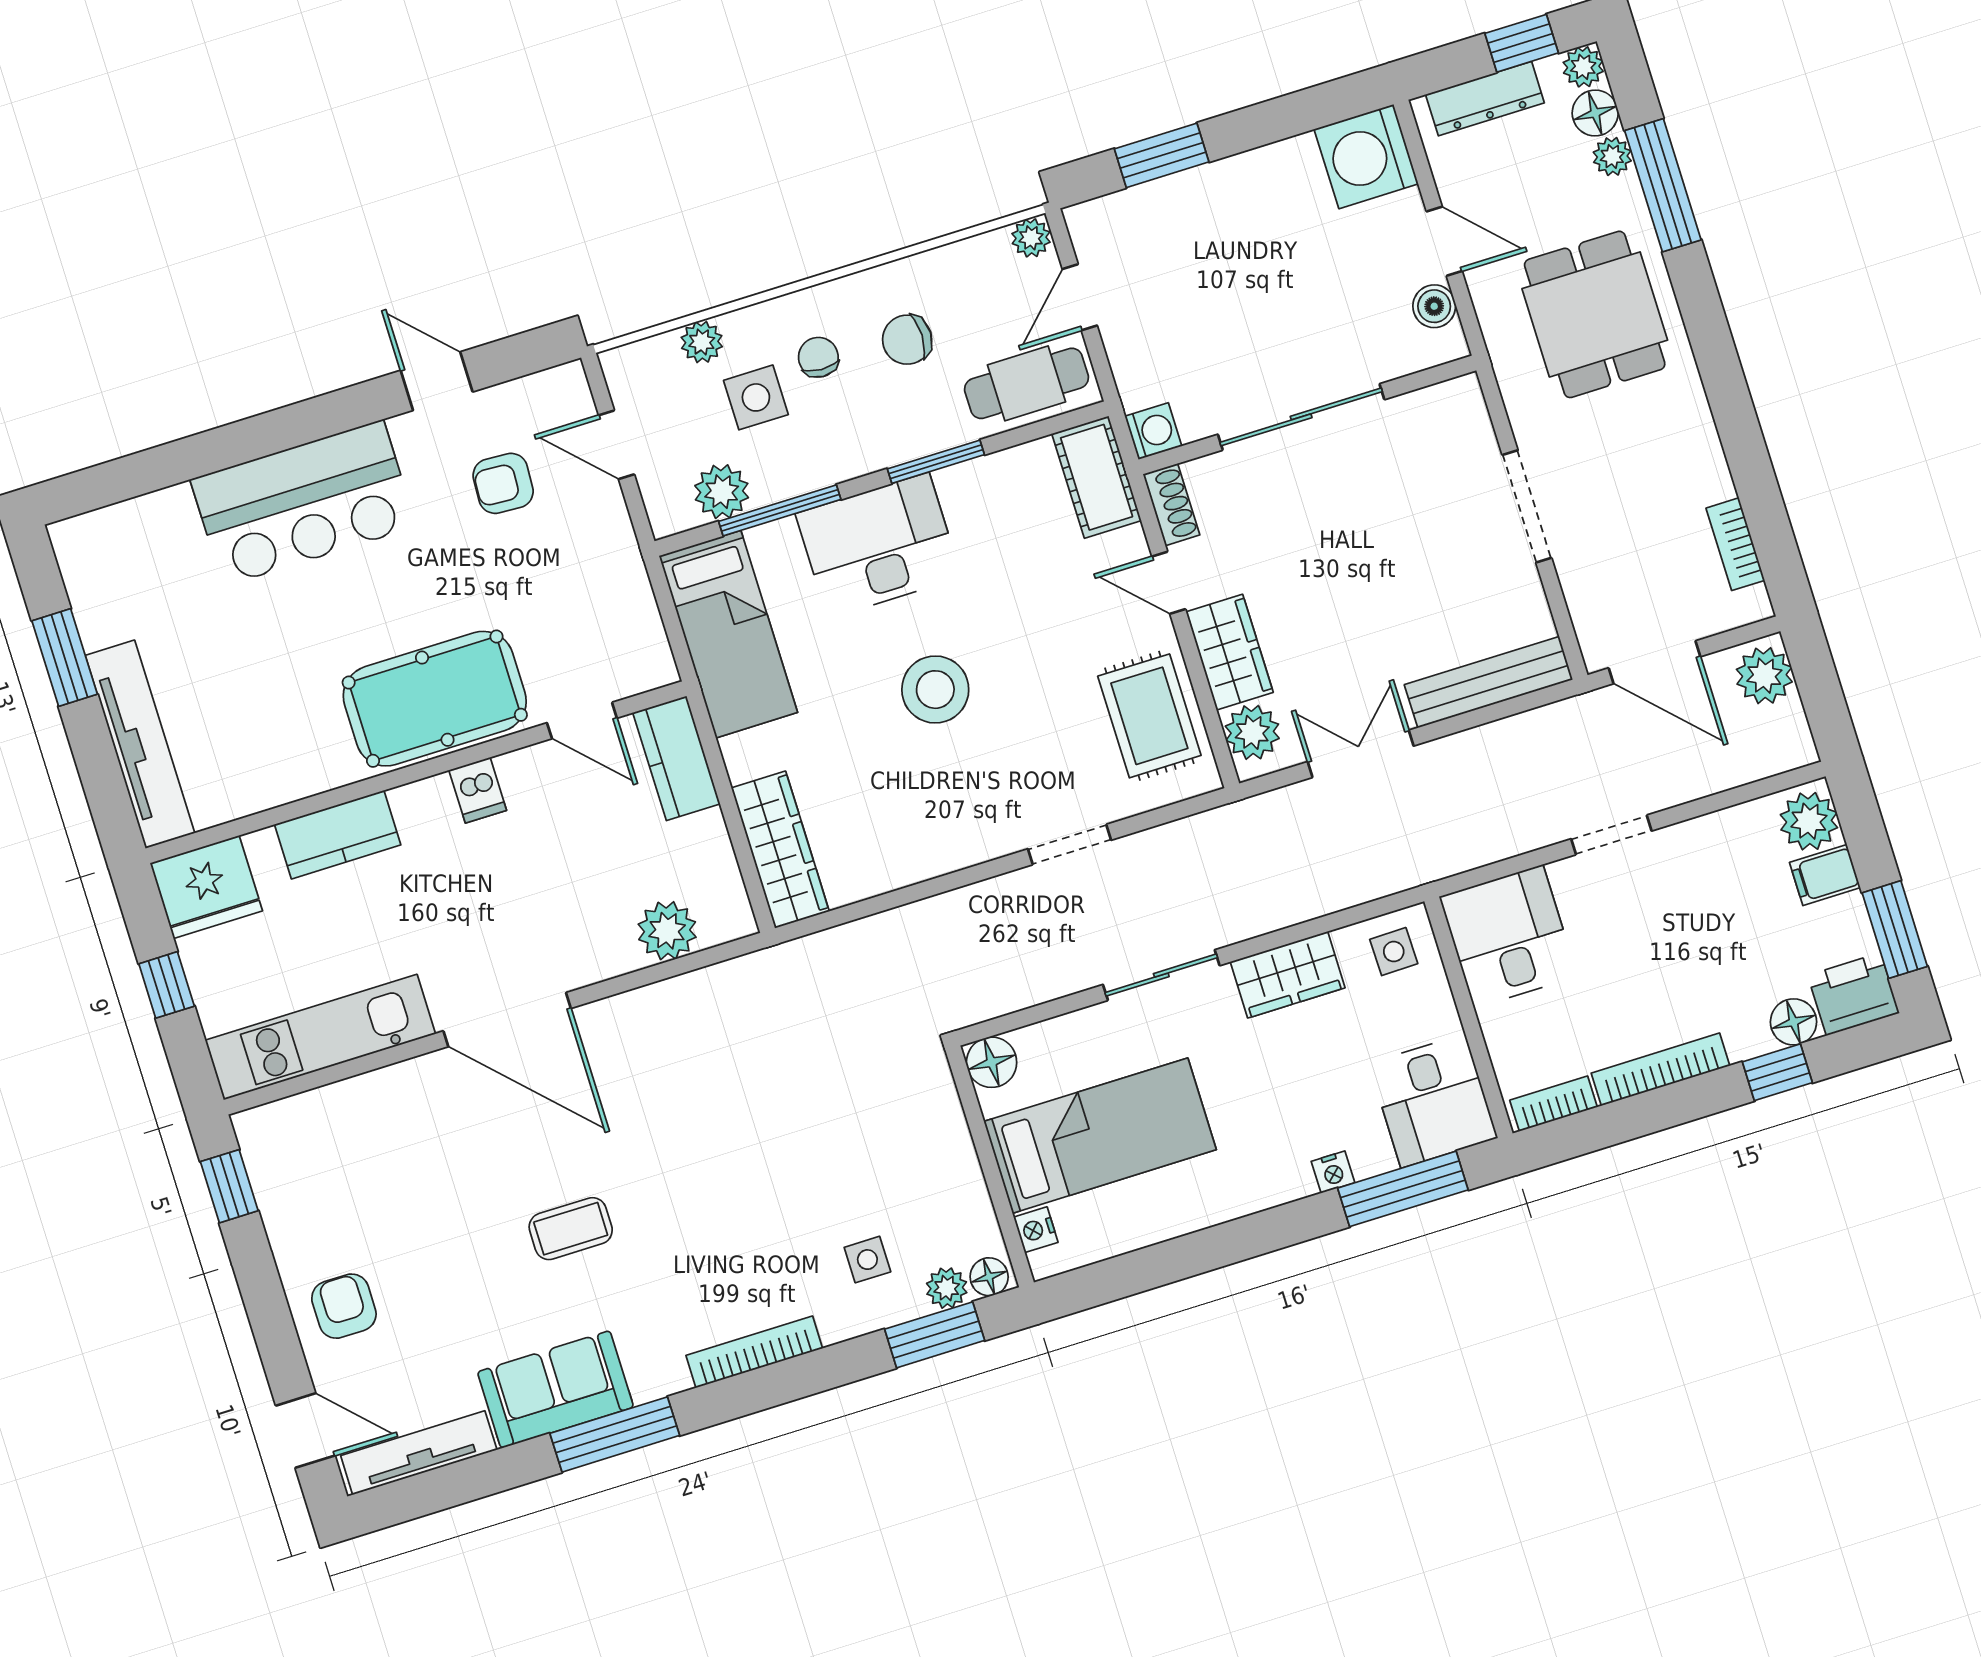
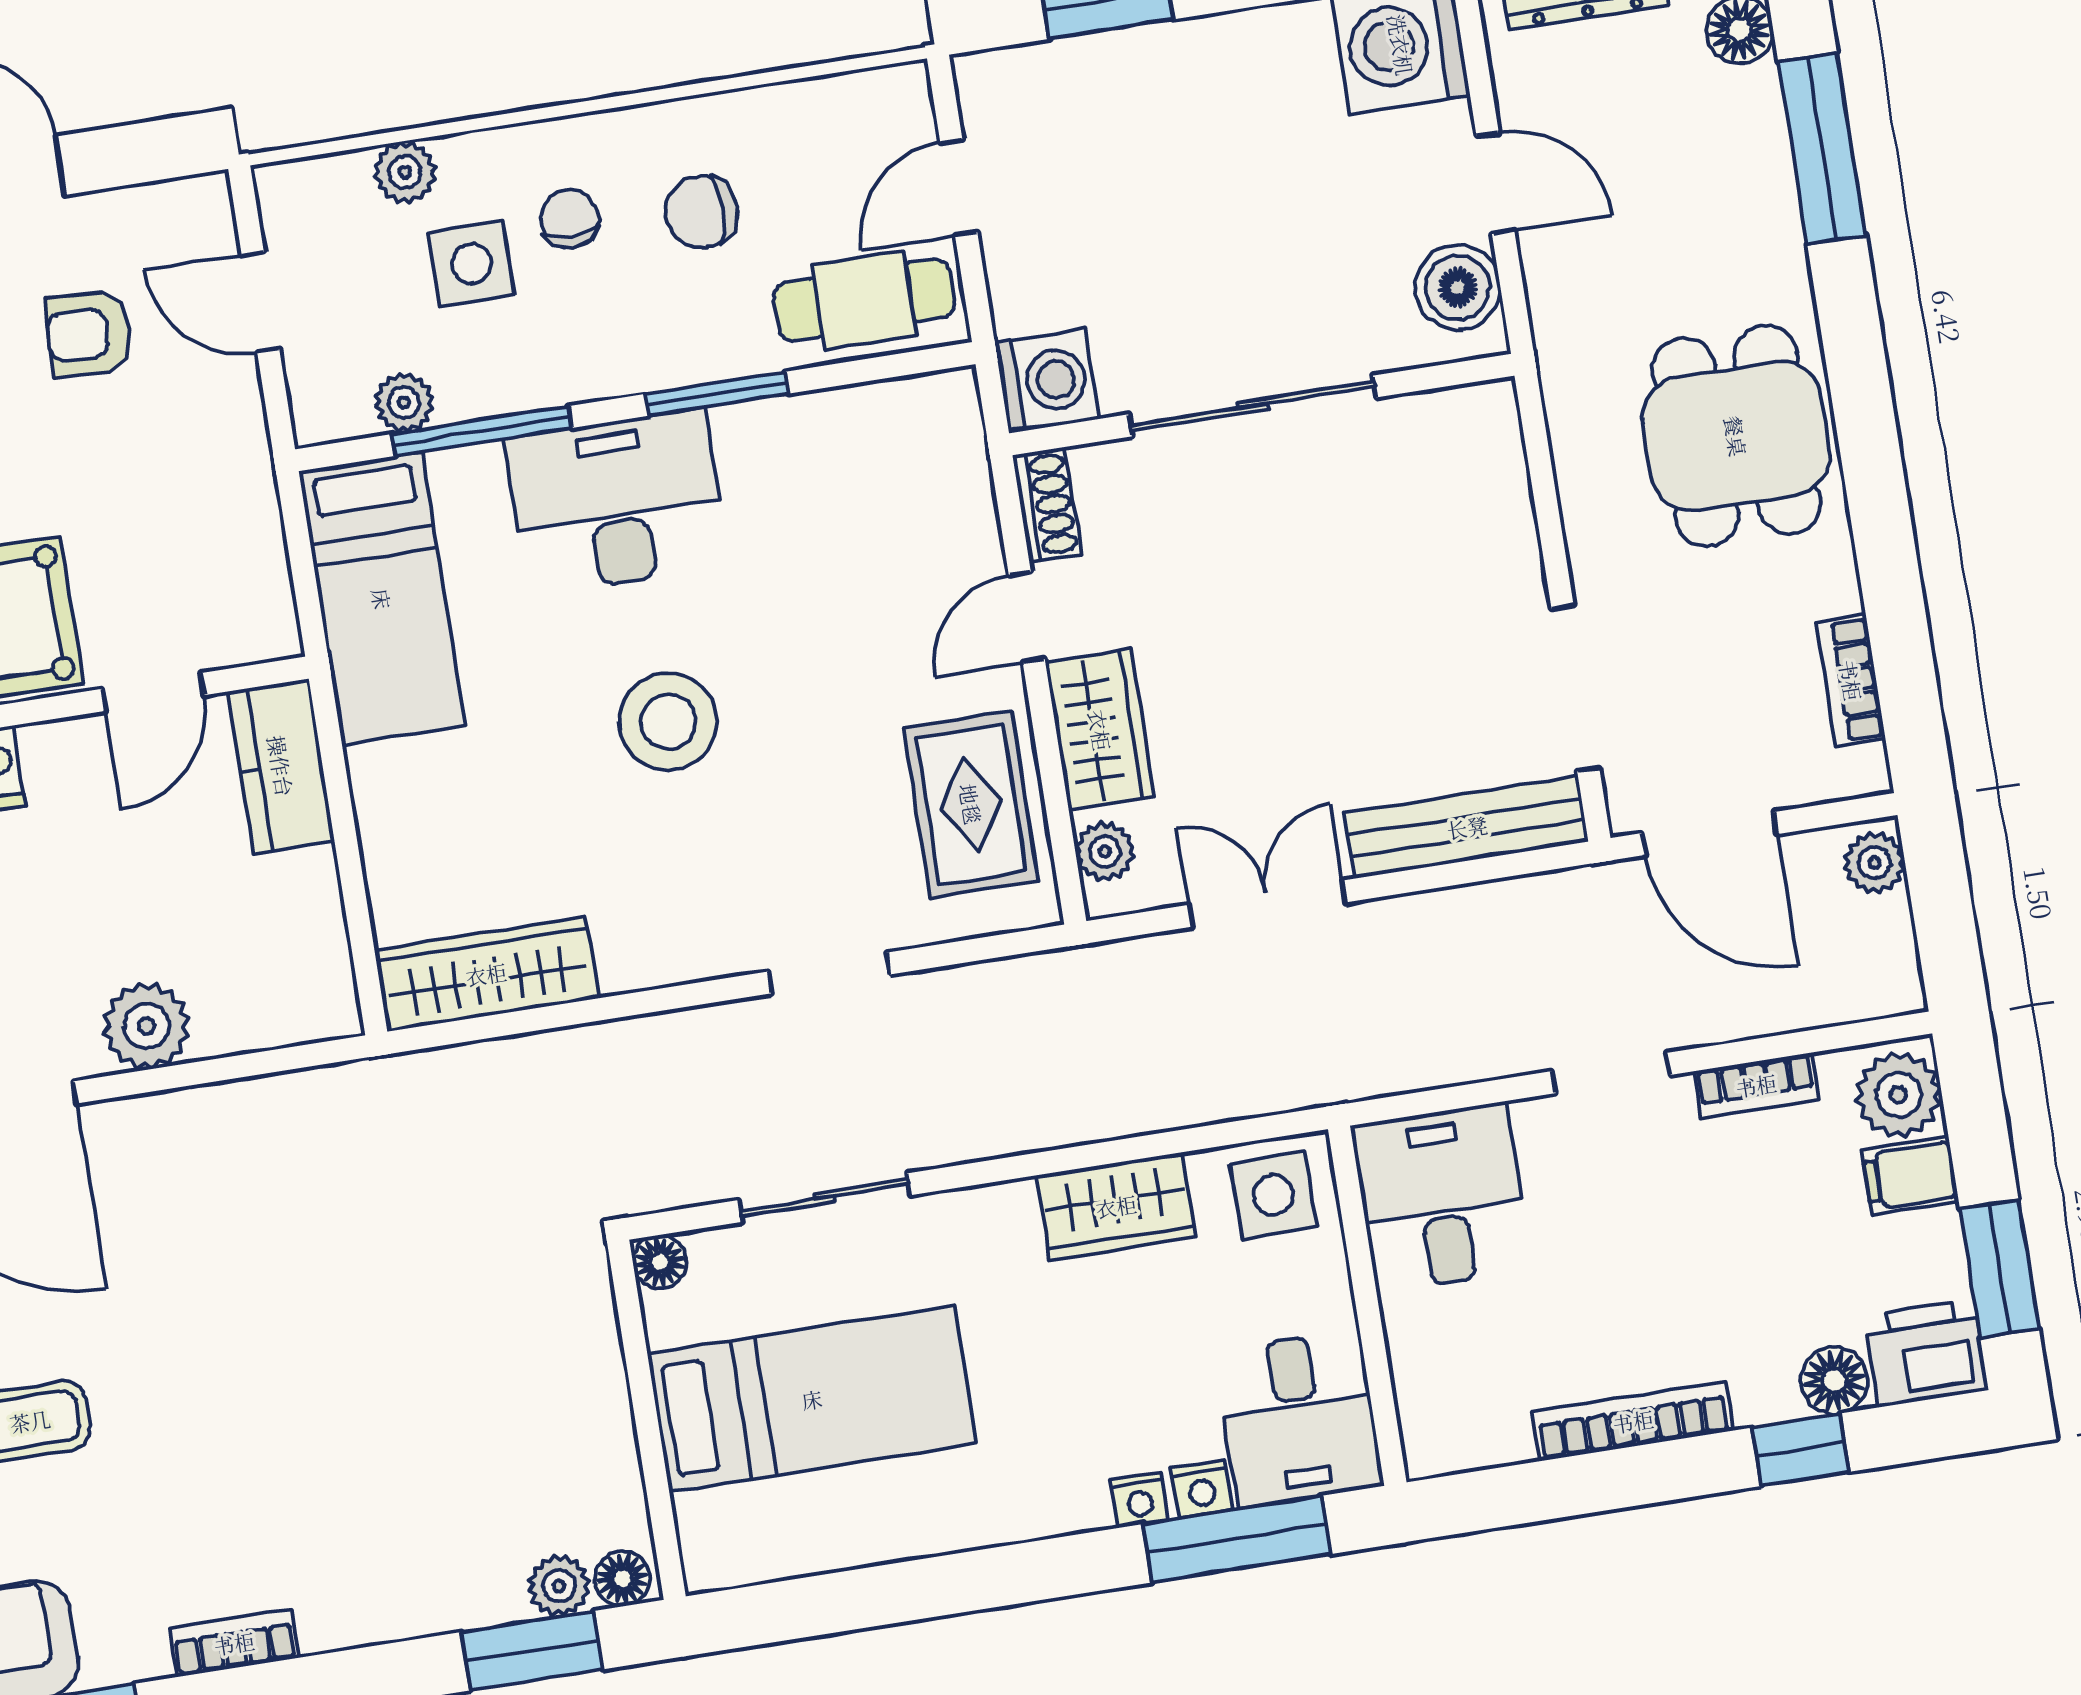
plant: (1612, 156) -> (1755, 96), removed
plant: (1031, 238) -> (901, 91), removed
boiler: (1434, 306) -> (1458, 287), width x1.36, depth x1.36
dining table: (1595, 314) -> (1736, 436), moved
washing machine: (1153, 431) -> (1047, 381), width x1.38, depth x1.38
cot: (1097, 477) -> (945, 450), removed
plant: (722, 492) -> (404, 403), width x0.73, depth x0.73
doorway: (1527, 506) -> (1575, 688), moved
door: (1169, 583) -> (1027, 617), hinge flipped
plant: (1764, 676) -> (1874, 863), width x0.73, depth x0.73
door: (582, 720) -> (153, 692), hinge flipped
plant: (1252, 732) -> (1105, 852), width x0.73, depth x0.73
wardrobe: (780, 850) -> (486, 974), moved, turned -90
plant: (667, 931) -> (146, 1026), moved
side table: (1394, 952) -> (1273, 1195), width x1.37, depth x1.37
sliding door: (1161, 975) -> (824, 1198), moved
floor lamp: (992, 1062) -> (660, 1262), width x0.73, depth x0.73
bookcase: (1554, 1104) -> (1756, 1085), moved, turned 180
nightstand: (1036, 1230) -> (1202, 1489), moved, turned -90
side table: (867, 1260) -> (451, 1528), removed
bookcase: (754, 1352) -> (234, 1643), width x0.64

